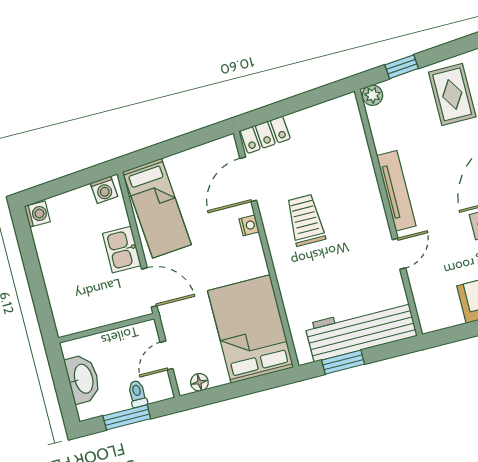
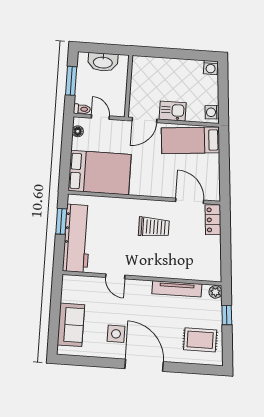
tv unit: (396, 191) -> (177, 289), moved
nightstand: (249, 225) -> (162, 192), removed
toilet: (137, 394) -> (82, 109), moved

